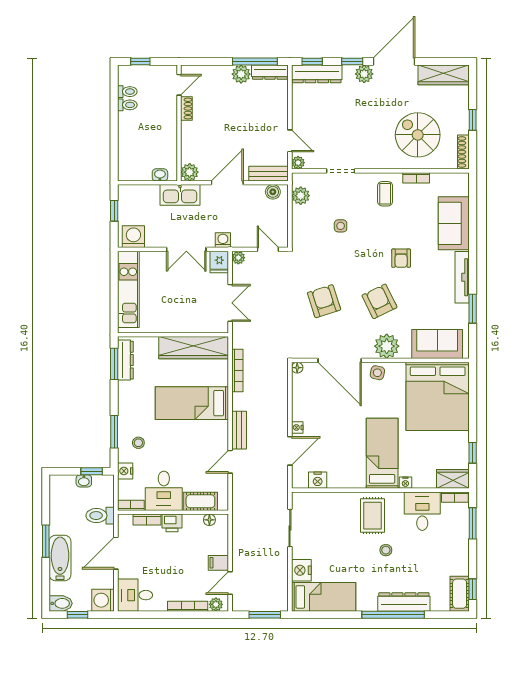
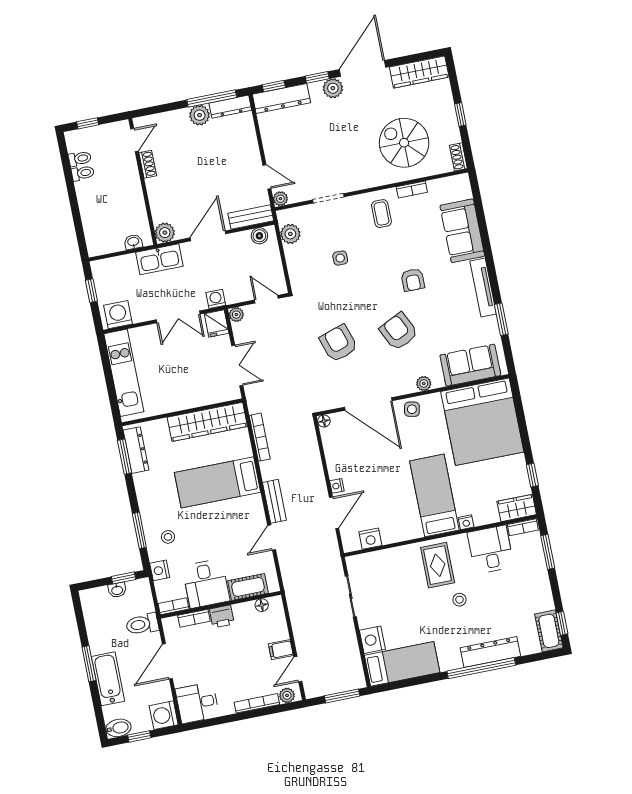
shoe rack: (463, 152) -> (458, 157), width x0.70
plant: (387, 346) -> (424, 383), width x0.53, depth x0.53

